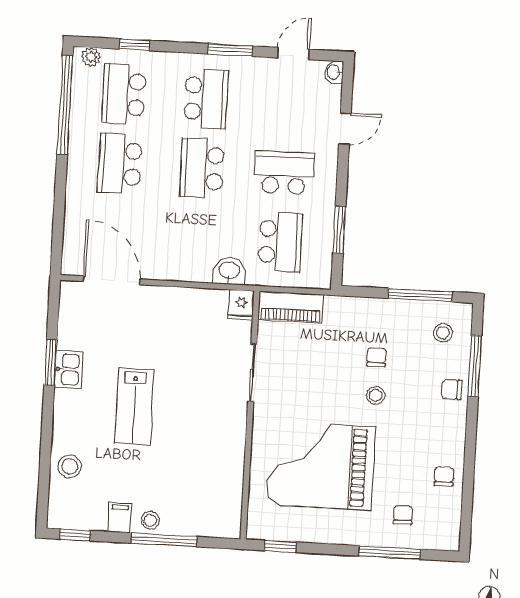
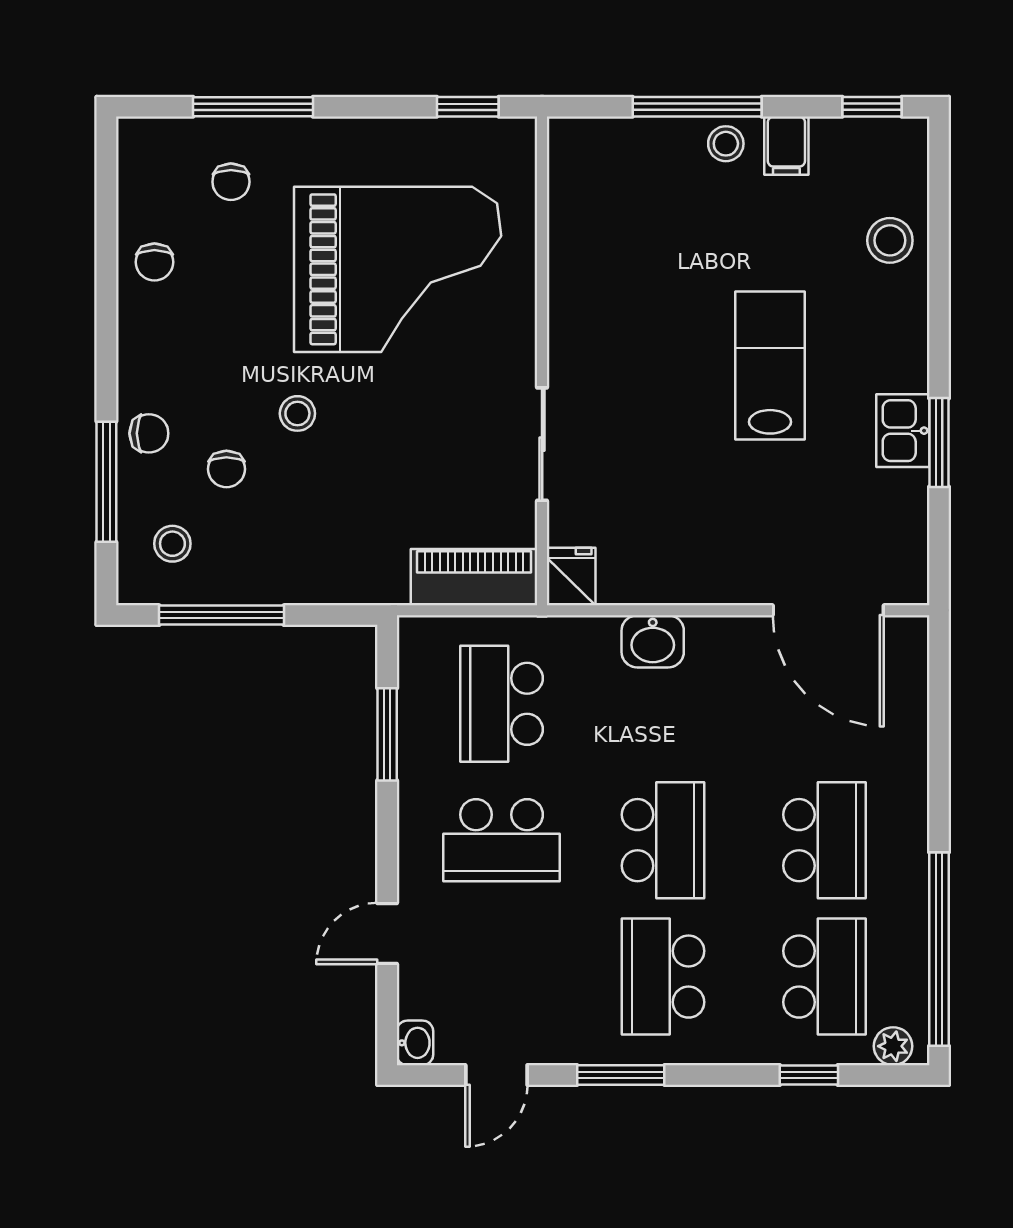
washbasin: (229, 271) -> (653, 641), moved
chair: (376, 357) -> (226, 469), moved

